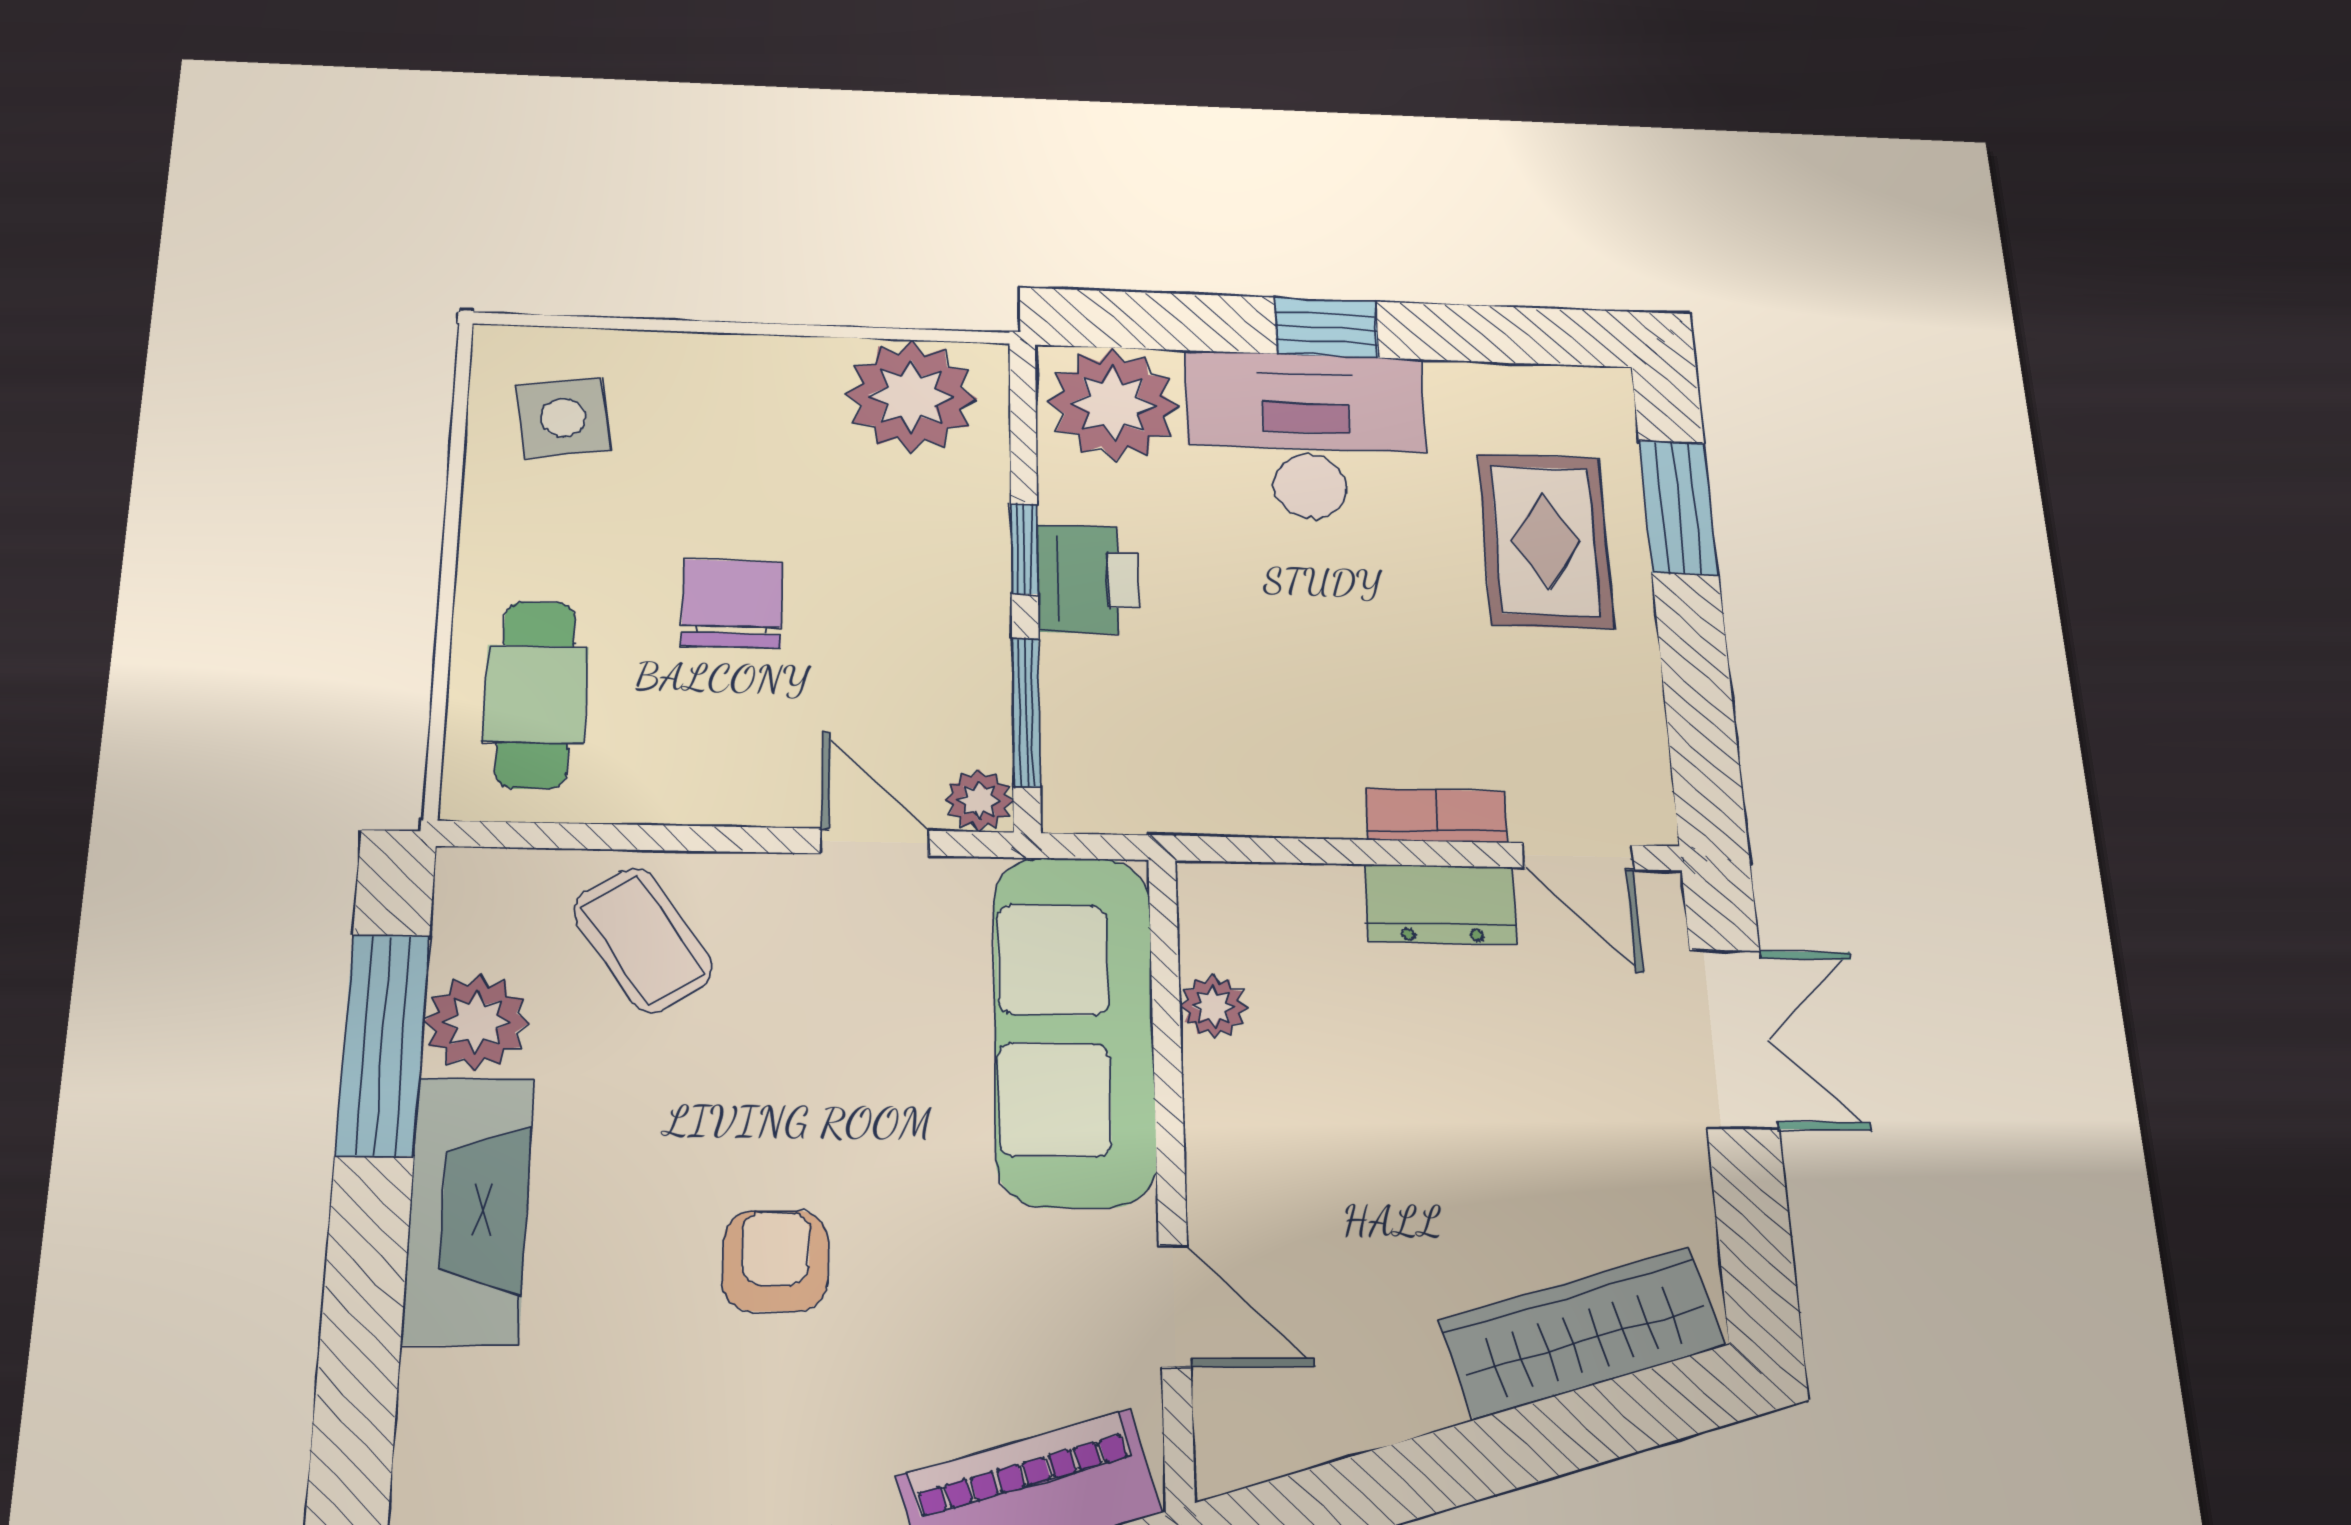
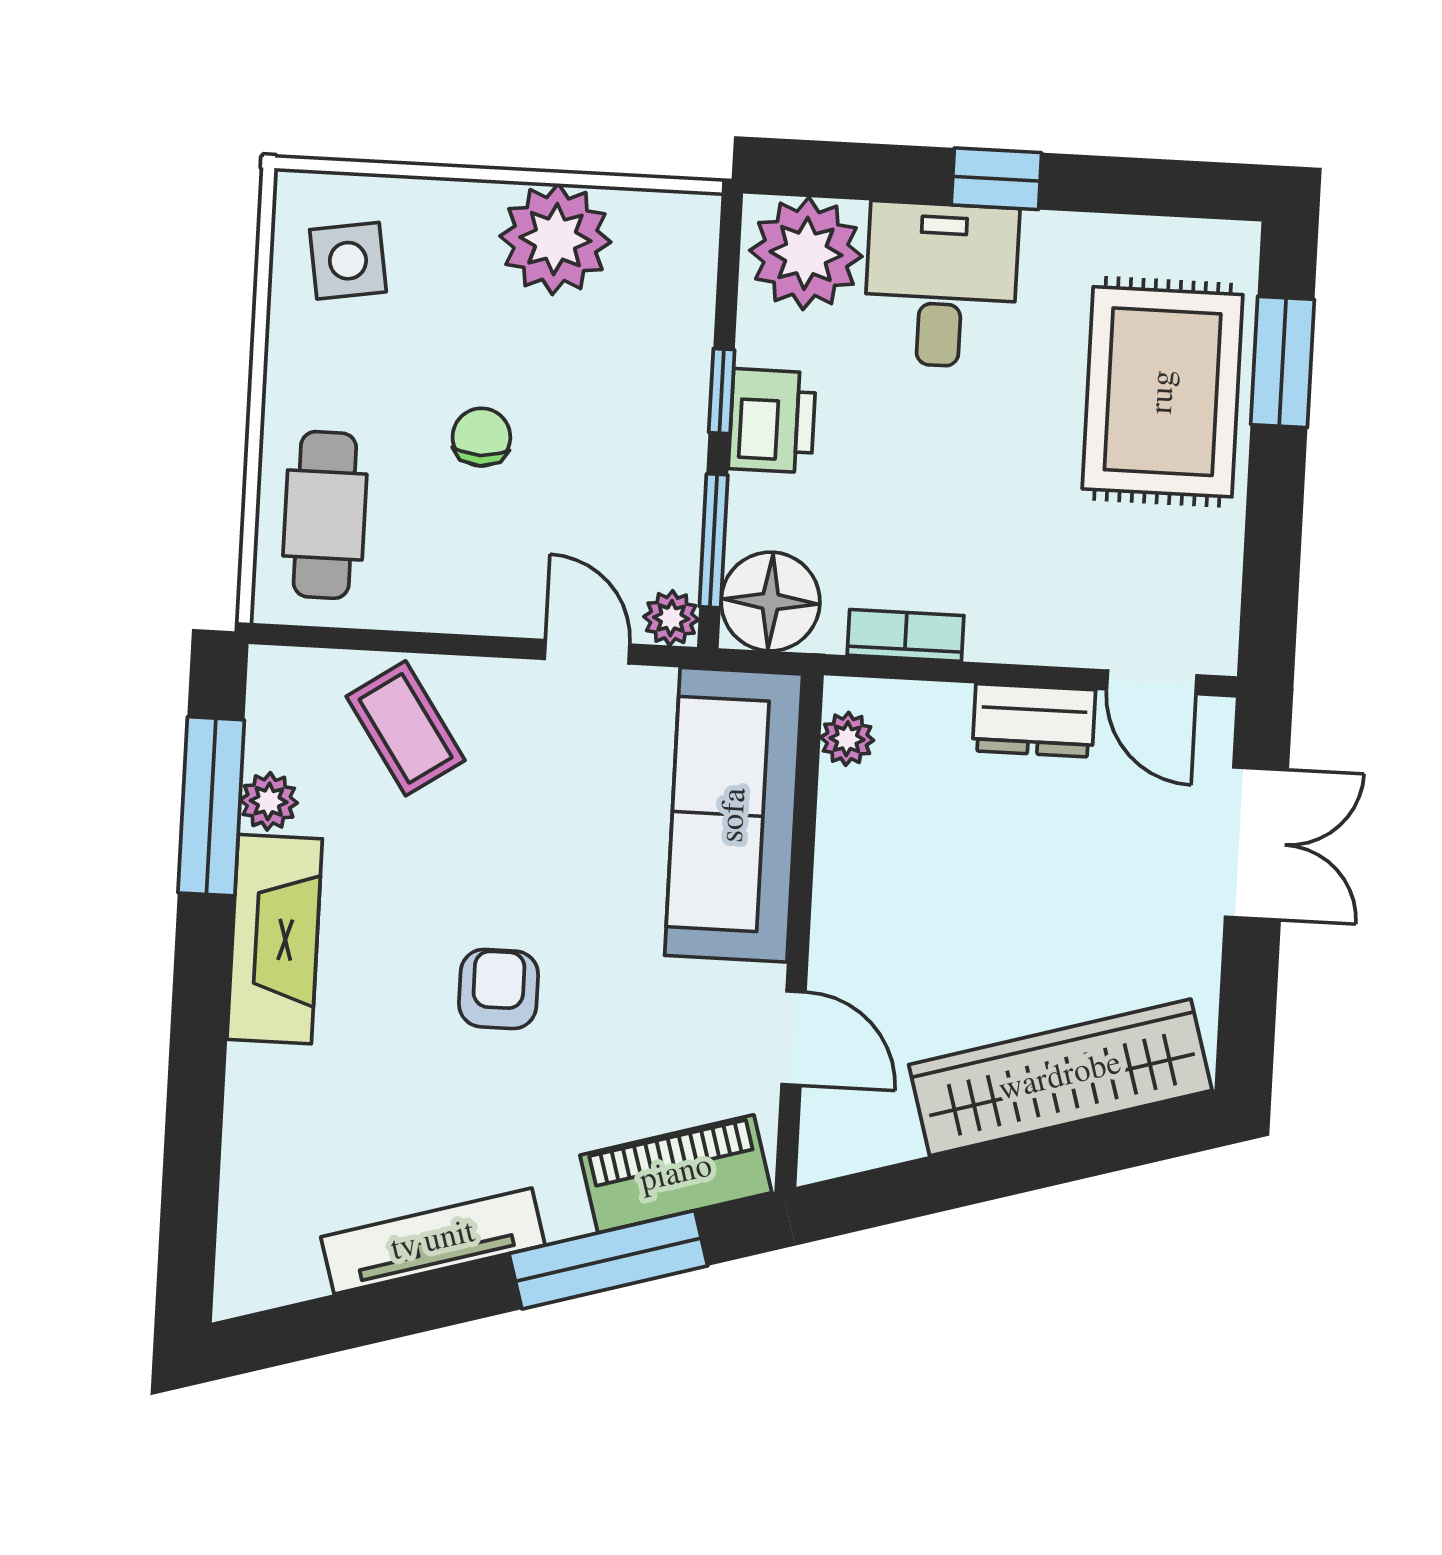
plant: (911, 396) -> (555, 239), moved
desk: (1307, 436) -> (941, 285), width x0.73
rug: (1546, 541) -> (1163, 392), width x1.36, depth x1.43
chair: (732, 604) -> (481, 437), width x0.73, depth x0.73
floor lamp: (1102, 778) -> (770, 602), added
bookcase: (1437, 815) -> (906, 635), moved
plant: (1214, 1007) -> (847, 739), moved
plant: (476, 1022) -> (269, 801), width x0.73, depth x0.73
wardrobe: (1583, 1333) -> (1060, 1077), width x1.40, depth x1.17

